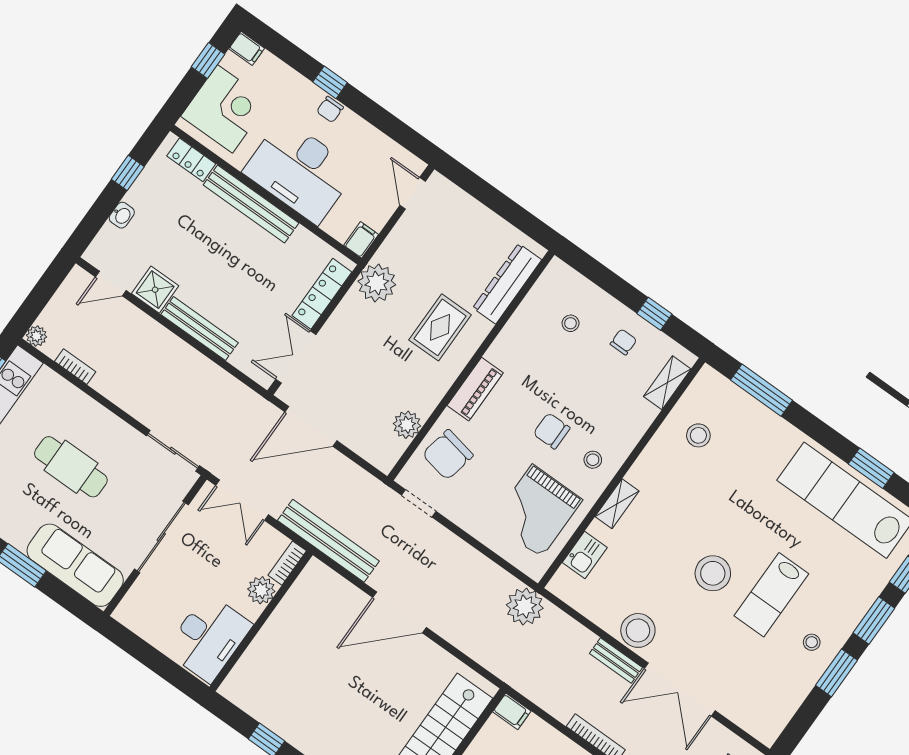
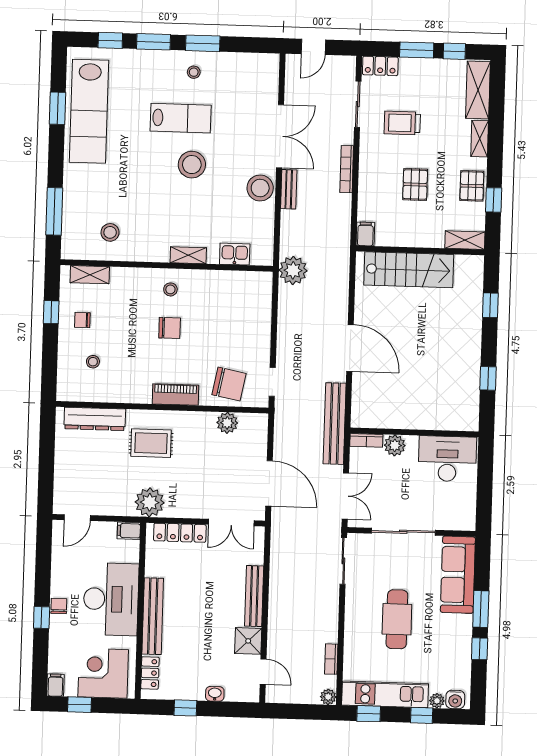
chair: (330, 109) -> (59, 606), turned -90
chair: (552, 431) -> (170, 328), turned -90
grand piano: (537, 511) -> (227, 303), removed

